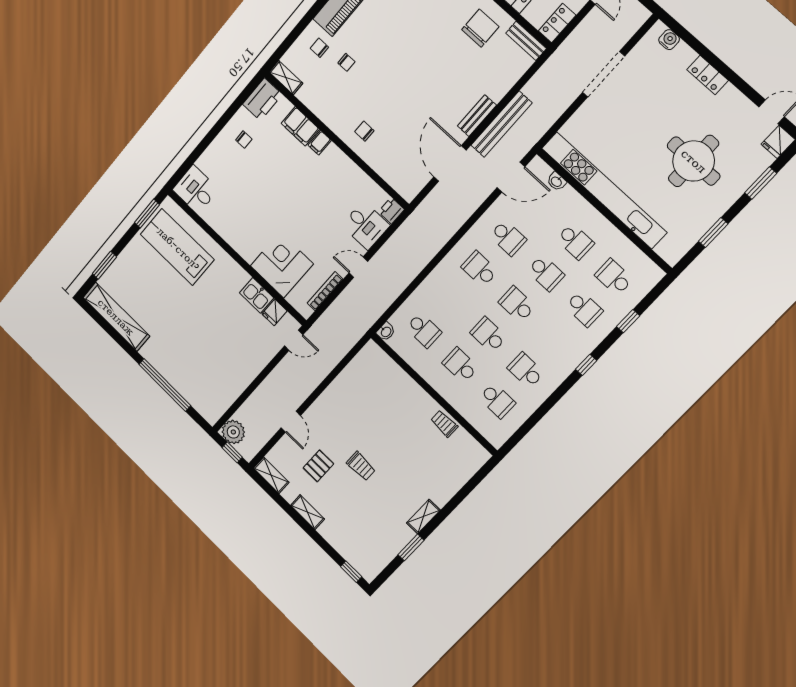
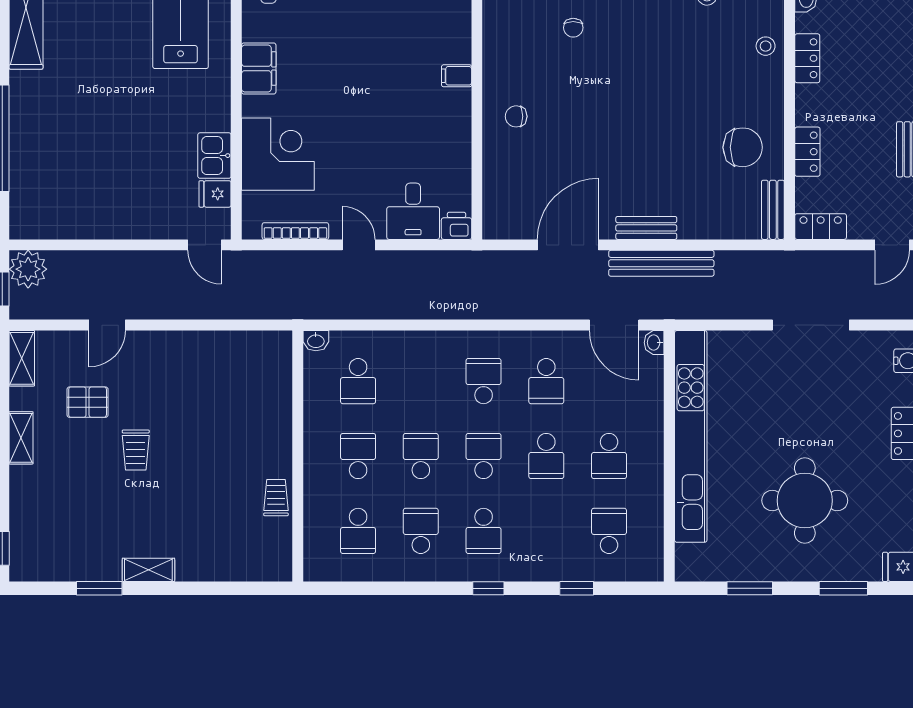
filing cabinet: (300, 126) -> (259, 69), moved, turned 180
chair: (364, 131) -> (516, 116), turned -90
washbasin: (557, 181) -> (654, 343), moved
school desk: (584, 309) -> (484, 531), moved

